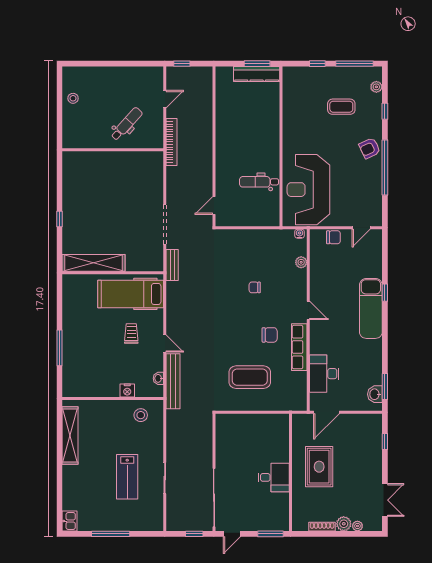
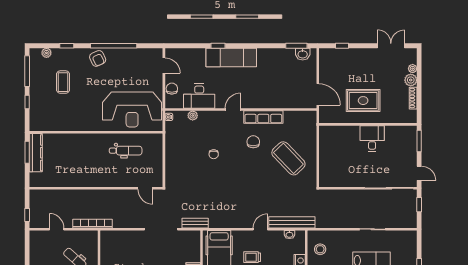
dental chair: (259, 182) -> (126, 151), turned -90
desk: (324, 374) -> (199, 96), moved
coffee table: (250, 377) -> (288, 158), turned -44

